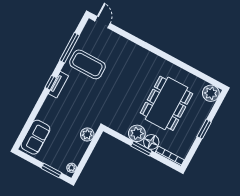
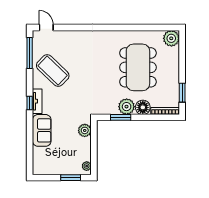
window: (69, 48) -> (30, 53), moved
coffee table: (87, 64) -> (53, 71), turned 44
window: (204, 129) -> (182, 93), moved
sofa: (35, 137) -> (42, 130), moved
window: (141, 148) -> (121, 117), moved

